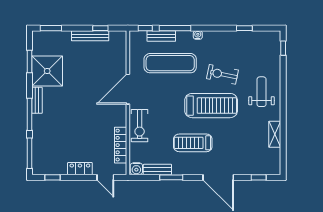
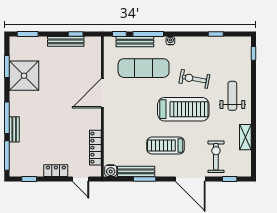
bench: (161, 36) -> (135, 42), width x1.36
bench: (37, 100) -> (14, 129), moved
exercise bike: (140, 126) -> (216, 157), moved, turned 180
bench: (157, 170) -> (136, 171), width x1.36

